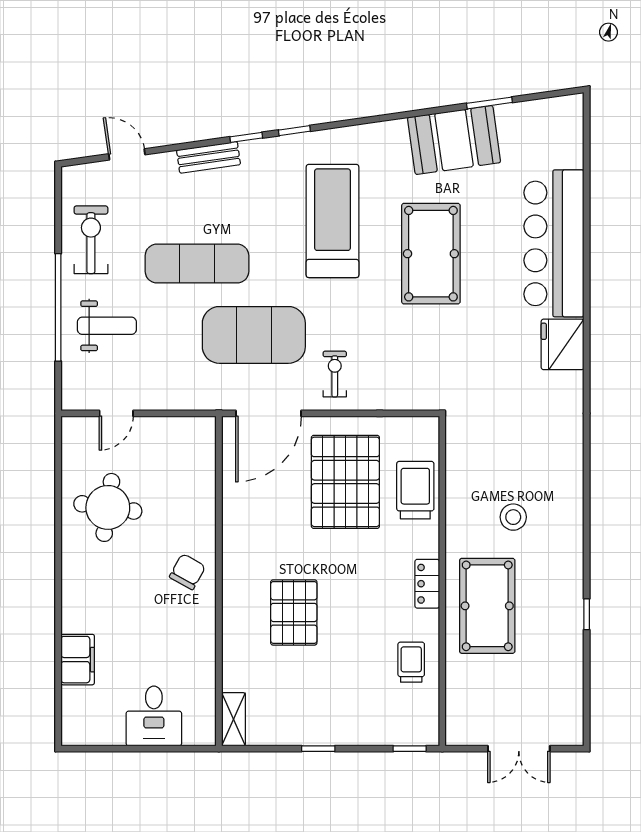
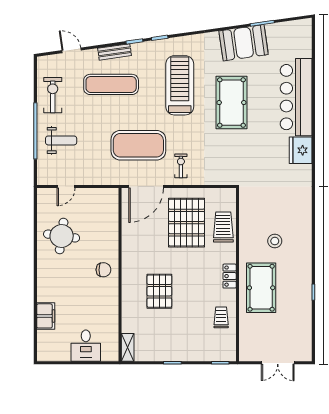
exercise mat: (197, 264) -> (111, 84), moved
chair: (187, 572) -> (103, 270), turned 61

